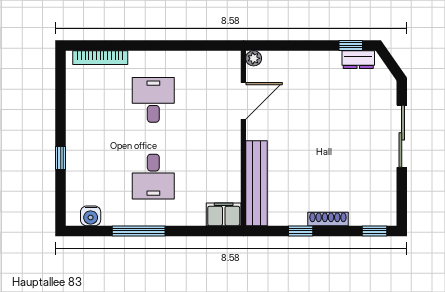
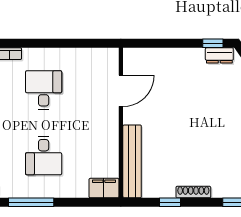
plant: (254, 58) -> (130, 54), removed

